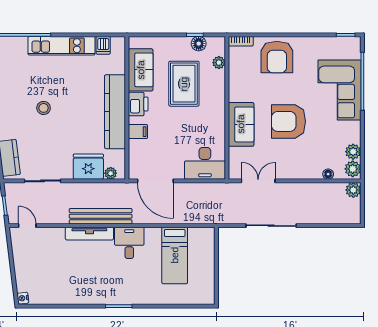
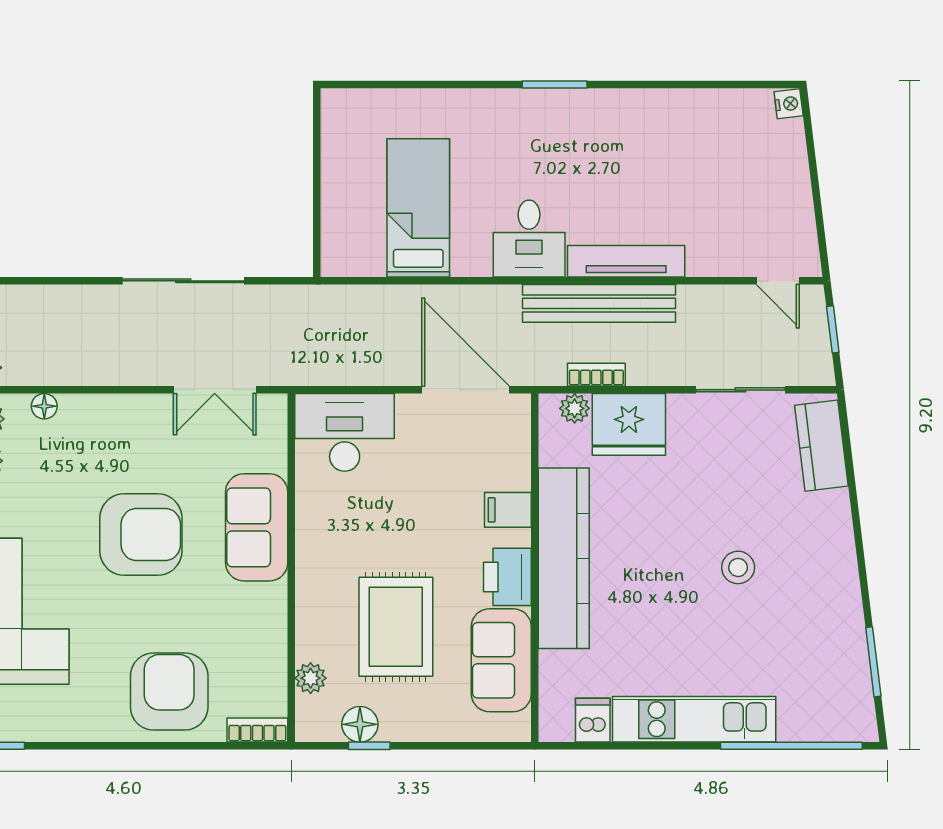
bookcase: (102, 187) -> (596, 375), added

